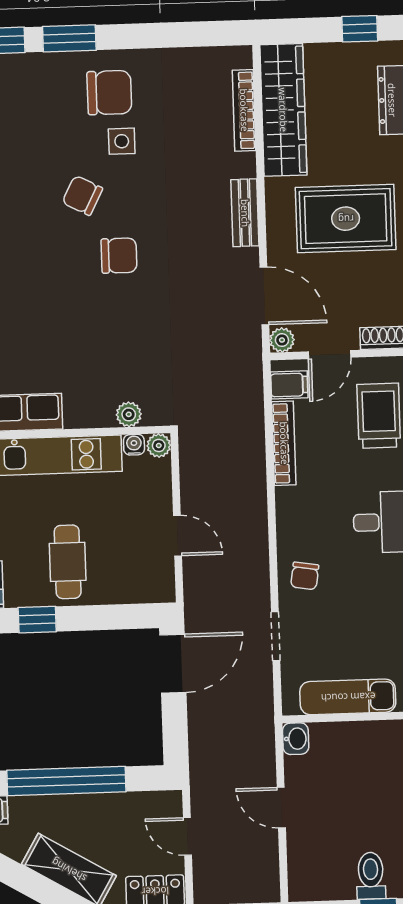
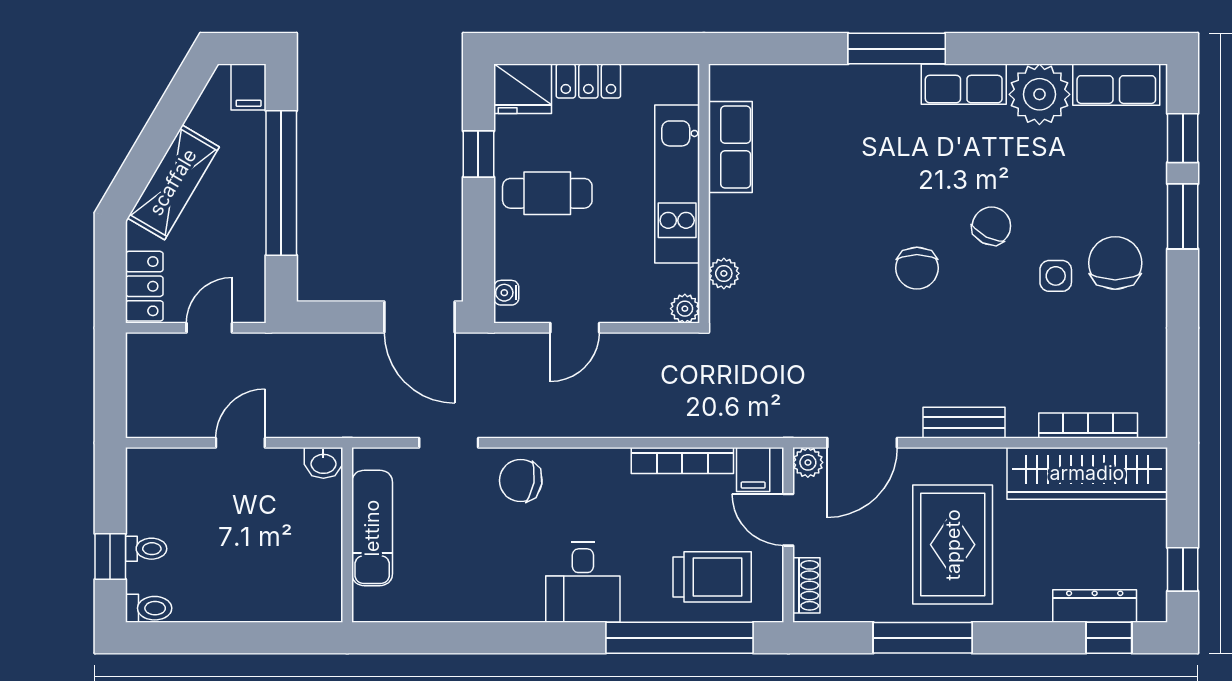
chair: (109, 93) -> (1115, 263), turned 180
water cooler: (134, 445) -> (506, 293), moved, turned 180
chair: (305, 576) -> (521, 481), width x1.37, depth x1.37
toilet: (371, 876) -> (146, 549), width x0.73, depth x0.72

